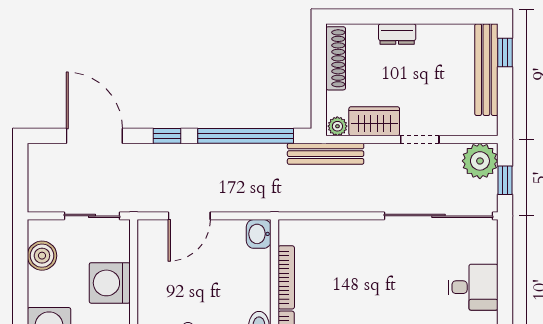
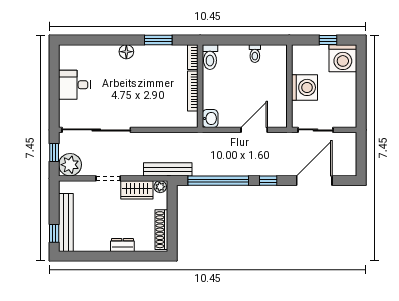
door: (94, 136) -> (314, 181), swing flipped
boiler: (42, 256) -> (347, 105), removed

